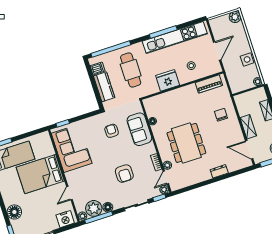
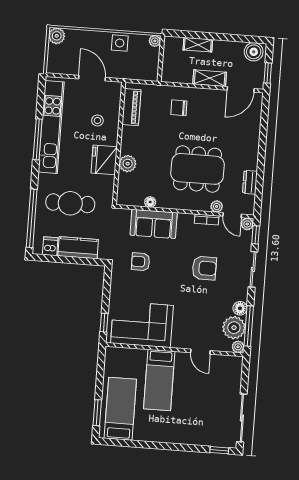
plant: (171, 96) -> (128, 164), added
dresser: (219, 171) -> (250, 182), moved
bed: (40, 174) -> (159, 380), width x0.67
floor lamp: (14, 212) -> (195, 435), removed
nightstand: (65, 219) -> (233, 371), removed

